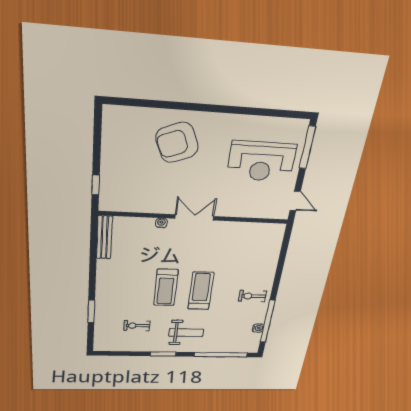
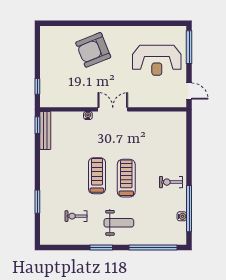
window: (94, 231) -> (37, 125), added
treadmill: (166, 287) -> (97, 176), turned 180

